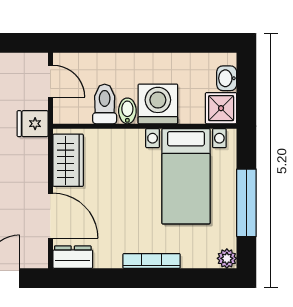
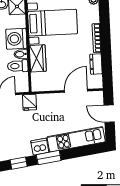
wardrobe: (68, 160) -> (38, 58), moved, turned 90
dresser: (73, 257) -> (96, 64), moved

